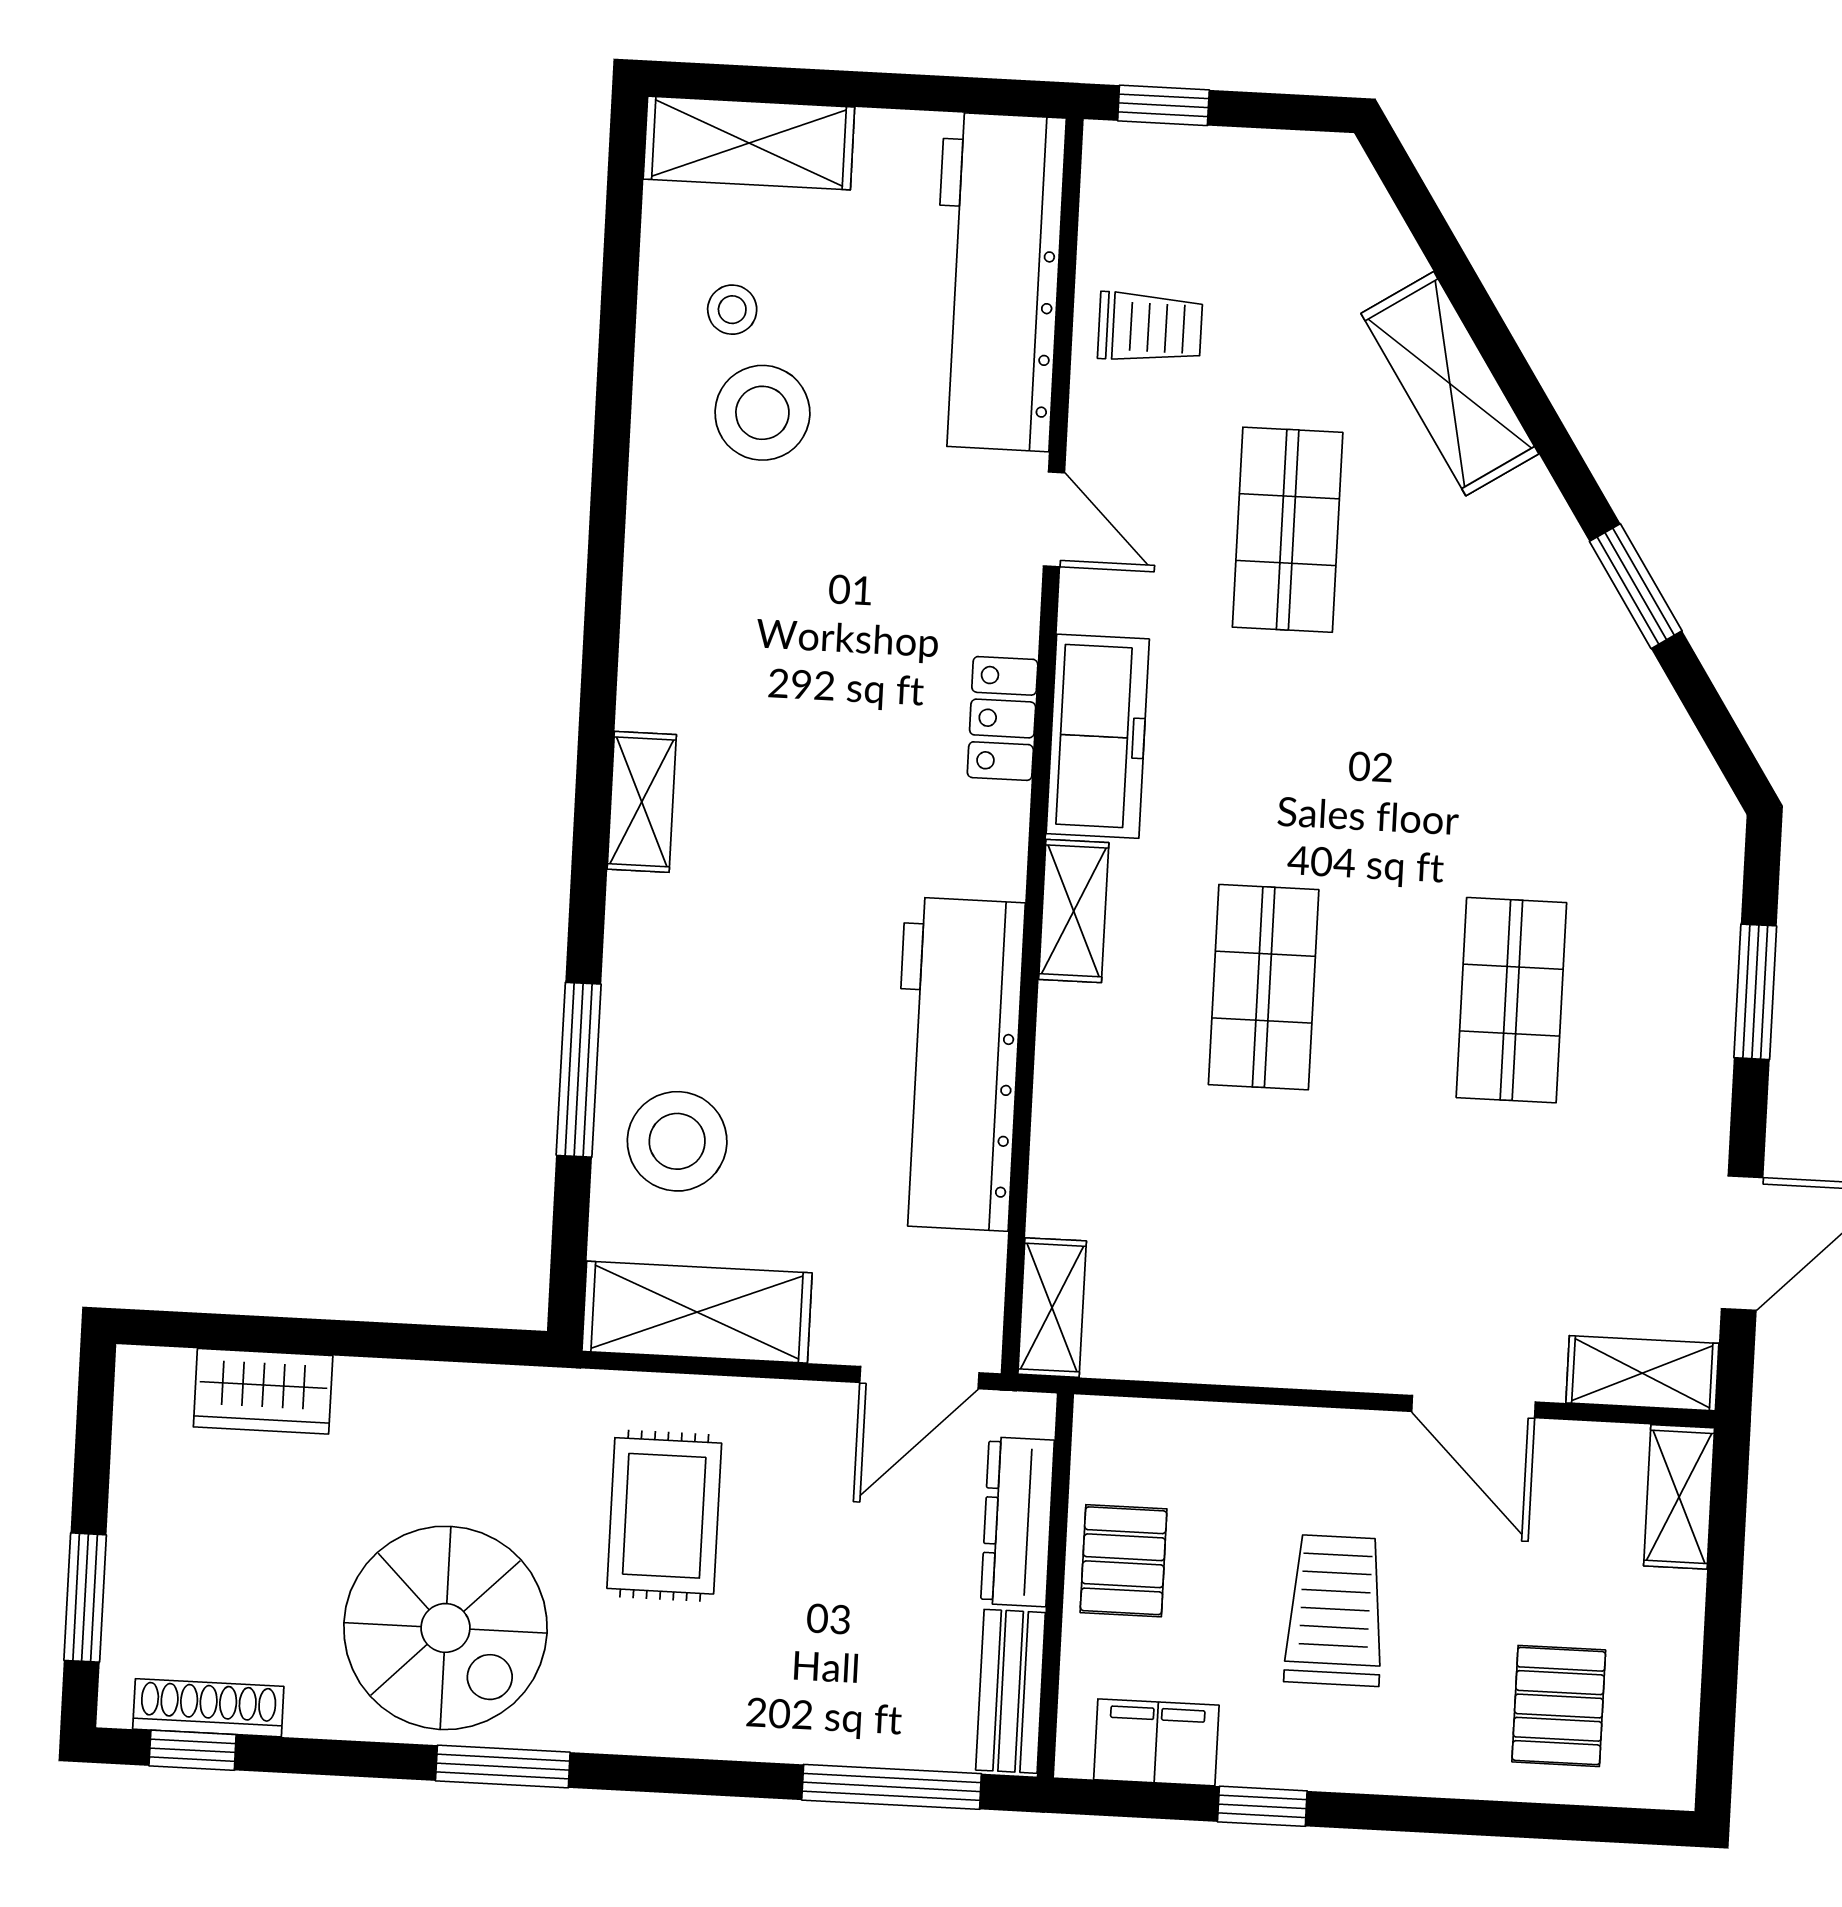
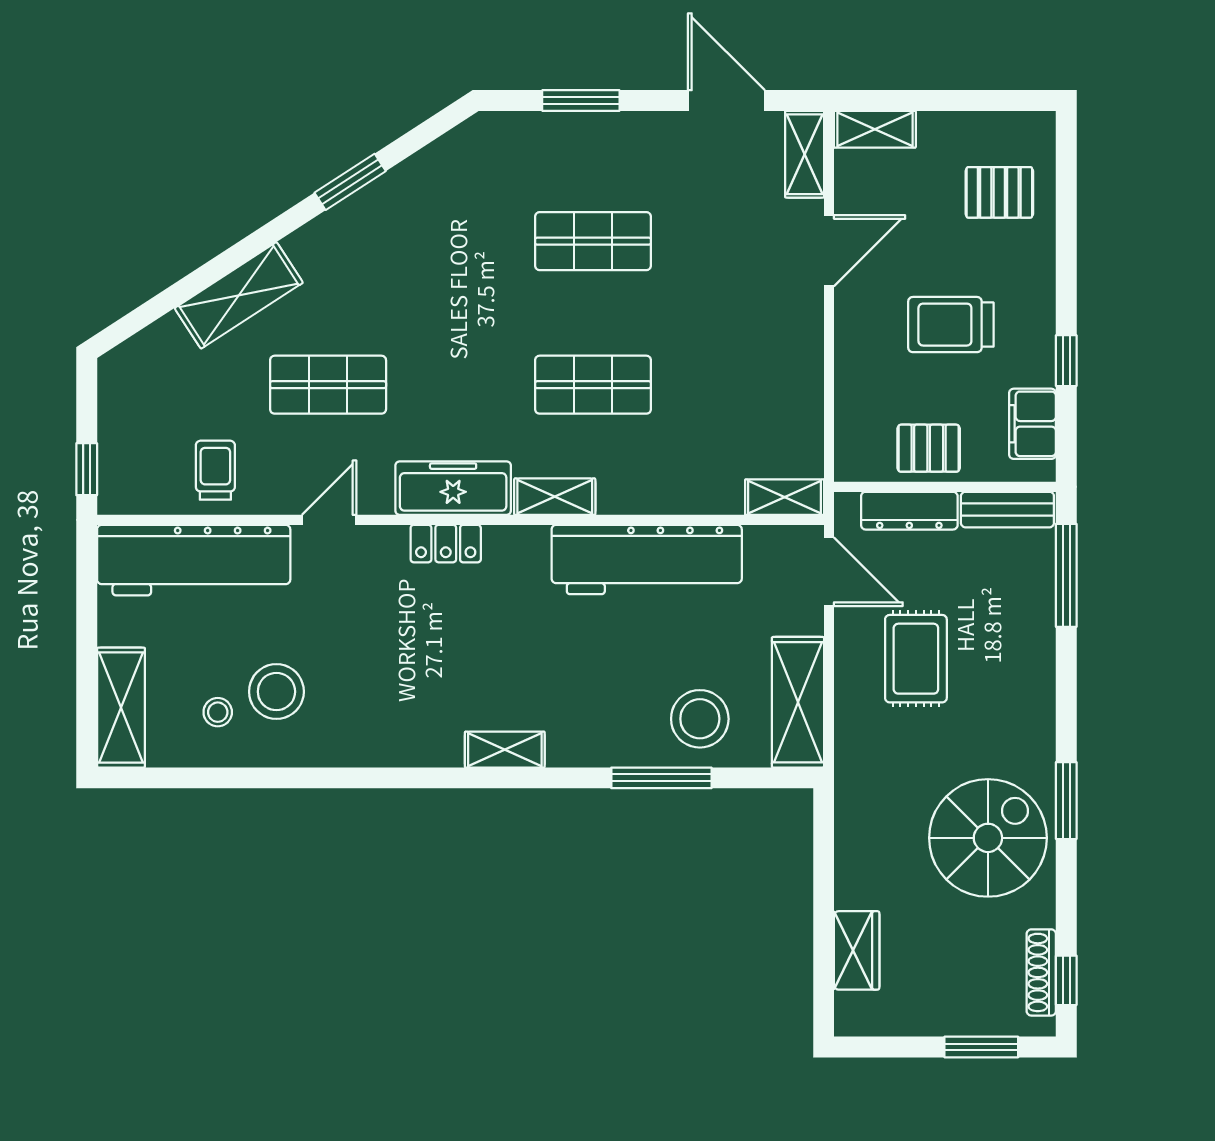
rug: (664, 1516) -> (916, 659), moved, turned 90

